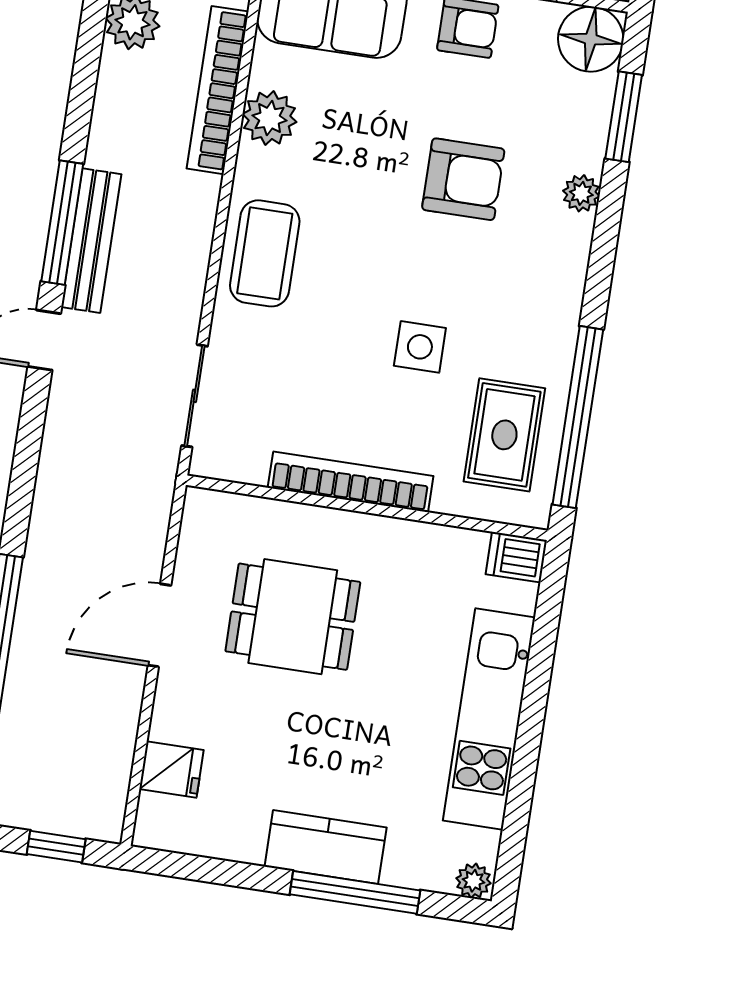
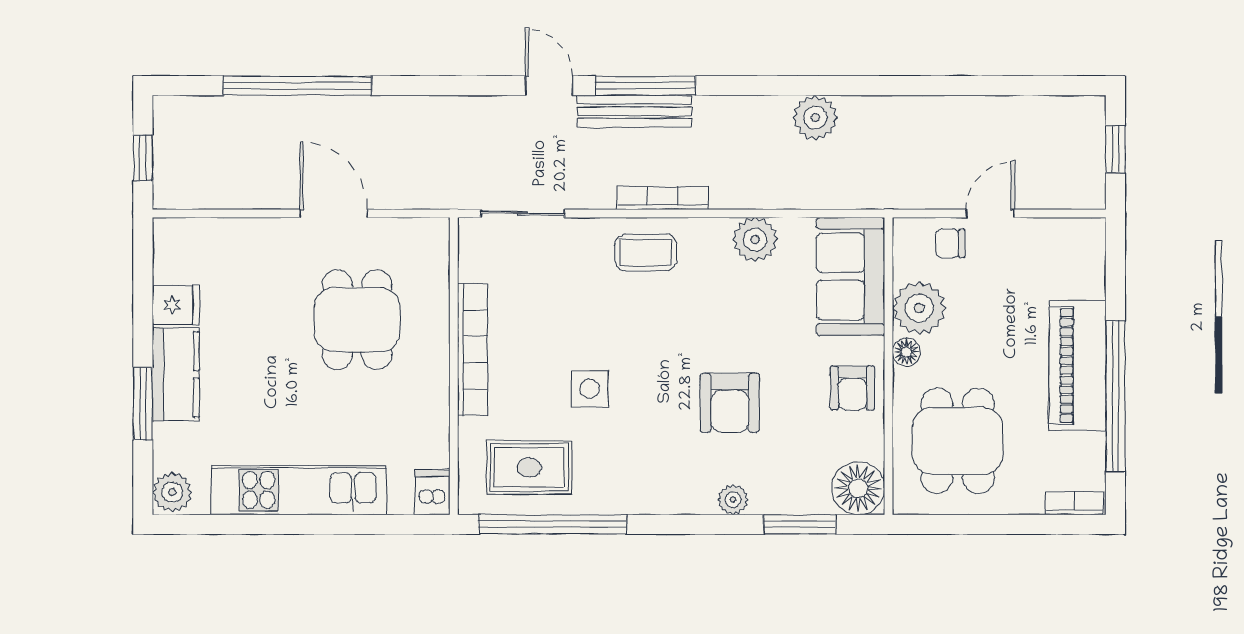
bookcase: (218, 90) -> (662, 198), moved, width x0.68, depth x0.76
coffee table: (265, 253) -> (646, 252), width x0.73, depth x0.77
fridge: (171, 769) -> (176, 305), moved, turned -90
plant: (473, 881) -> (172, 492), width x1.38, depth x1.38
window: (355, 892) -> (143, 404), width x0.69

